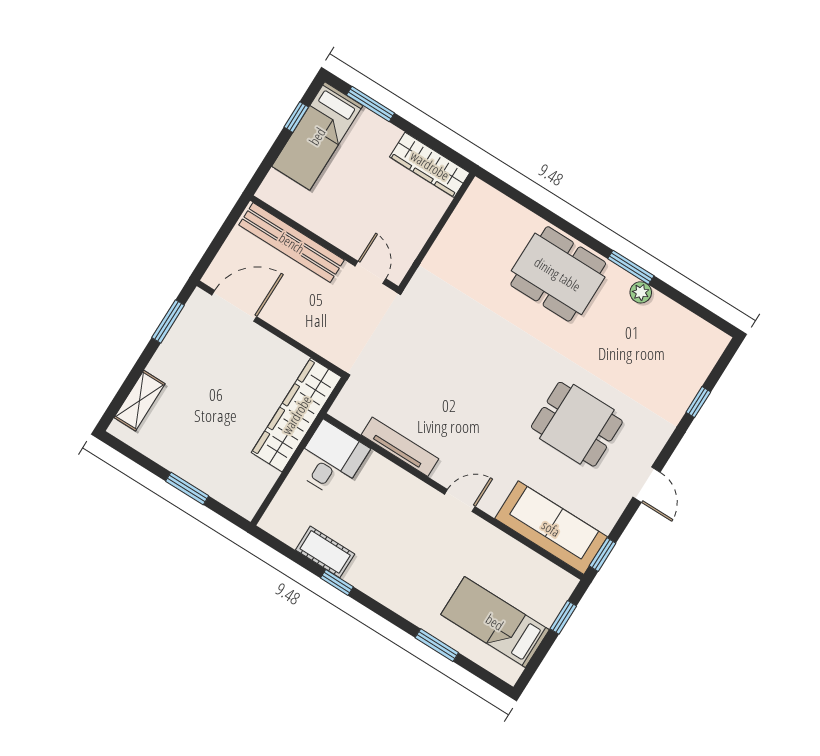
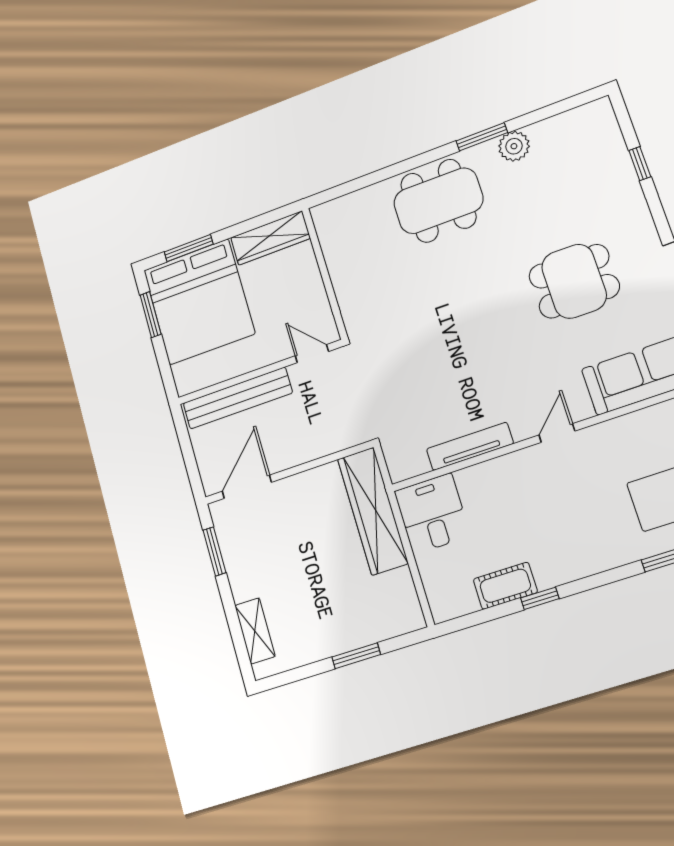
window: (296, 117) -> (151, 315), width x1.50
bed: (317, 136) -> (199, 302), width x2.04
plant: (641, 292) -> (514, 146), width x1.38, depth x1.38

